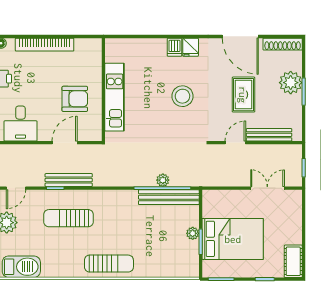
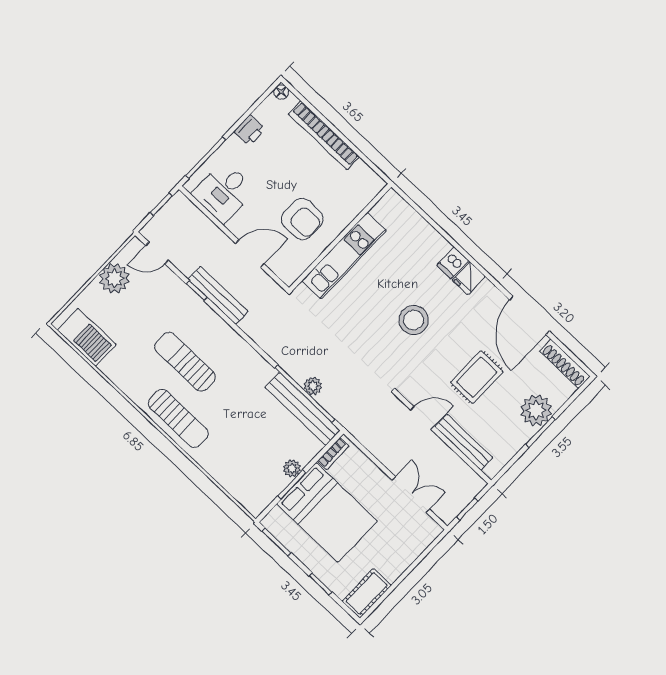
bookcase: (207, 205) -> (333, 454), added
sun lounger: (68, 218) -> (185, 362), moved

